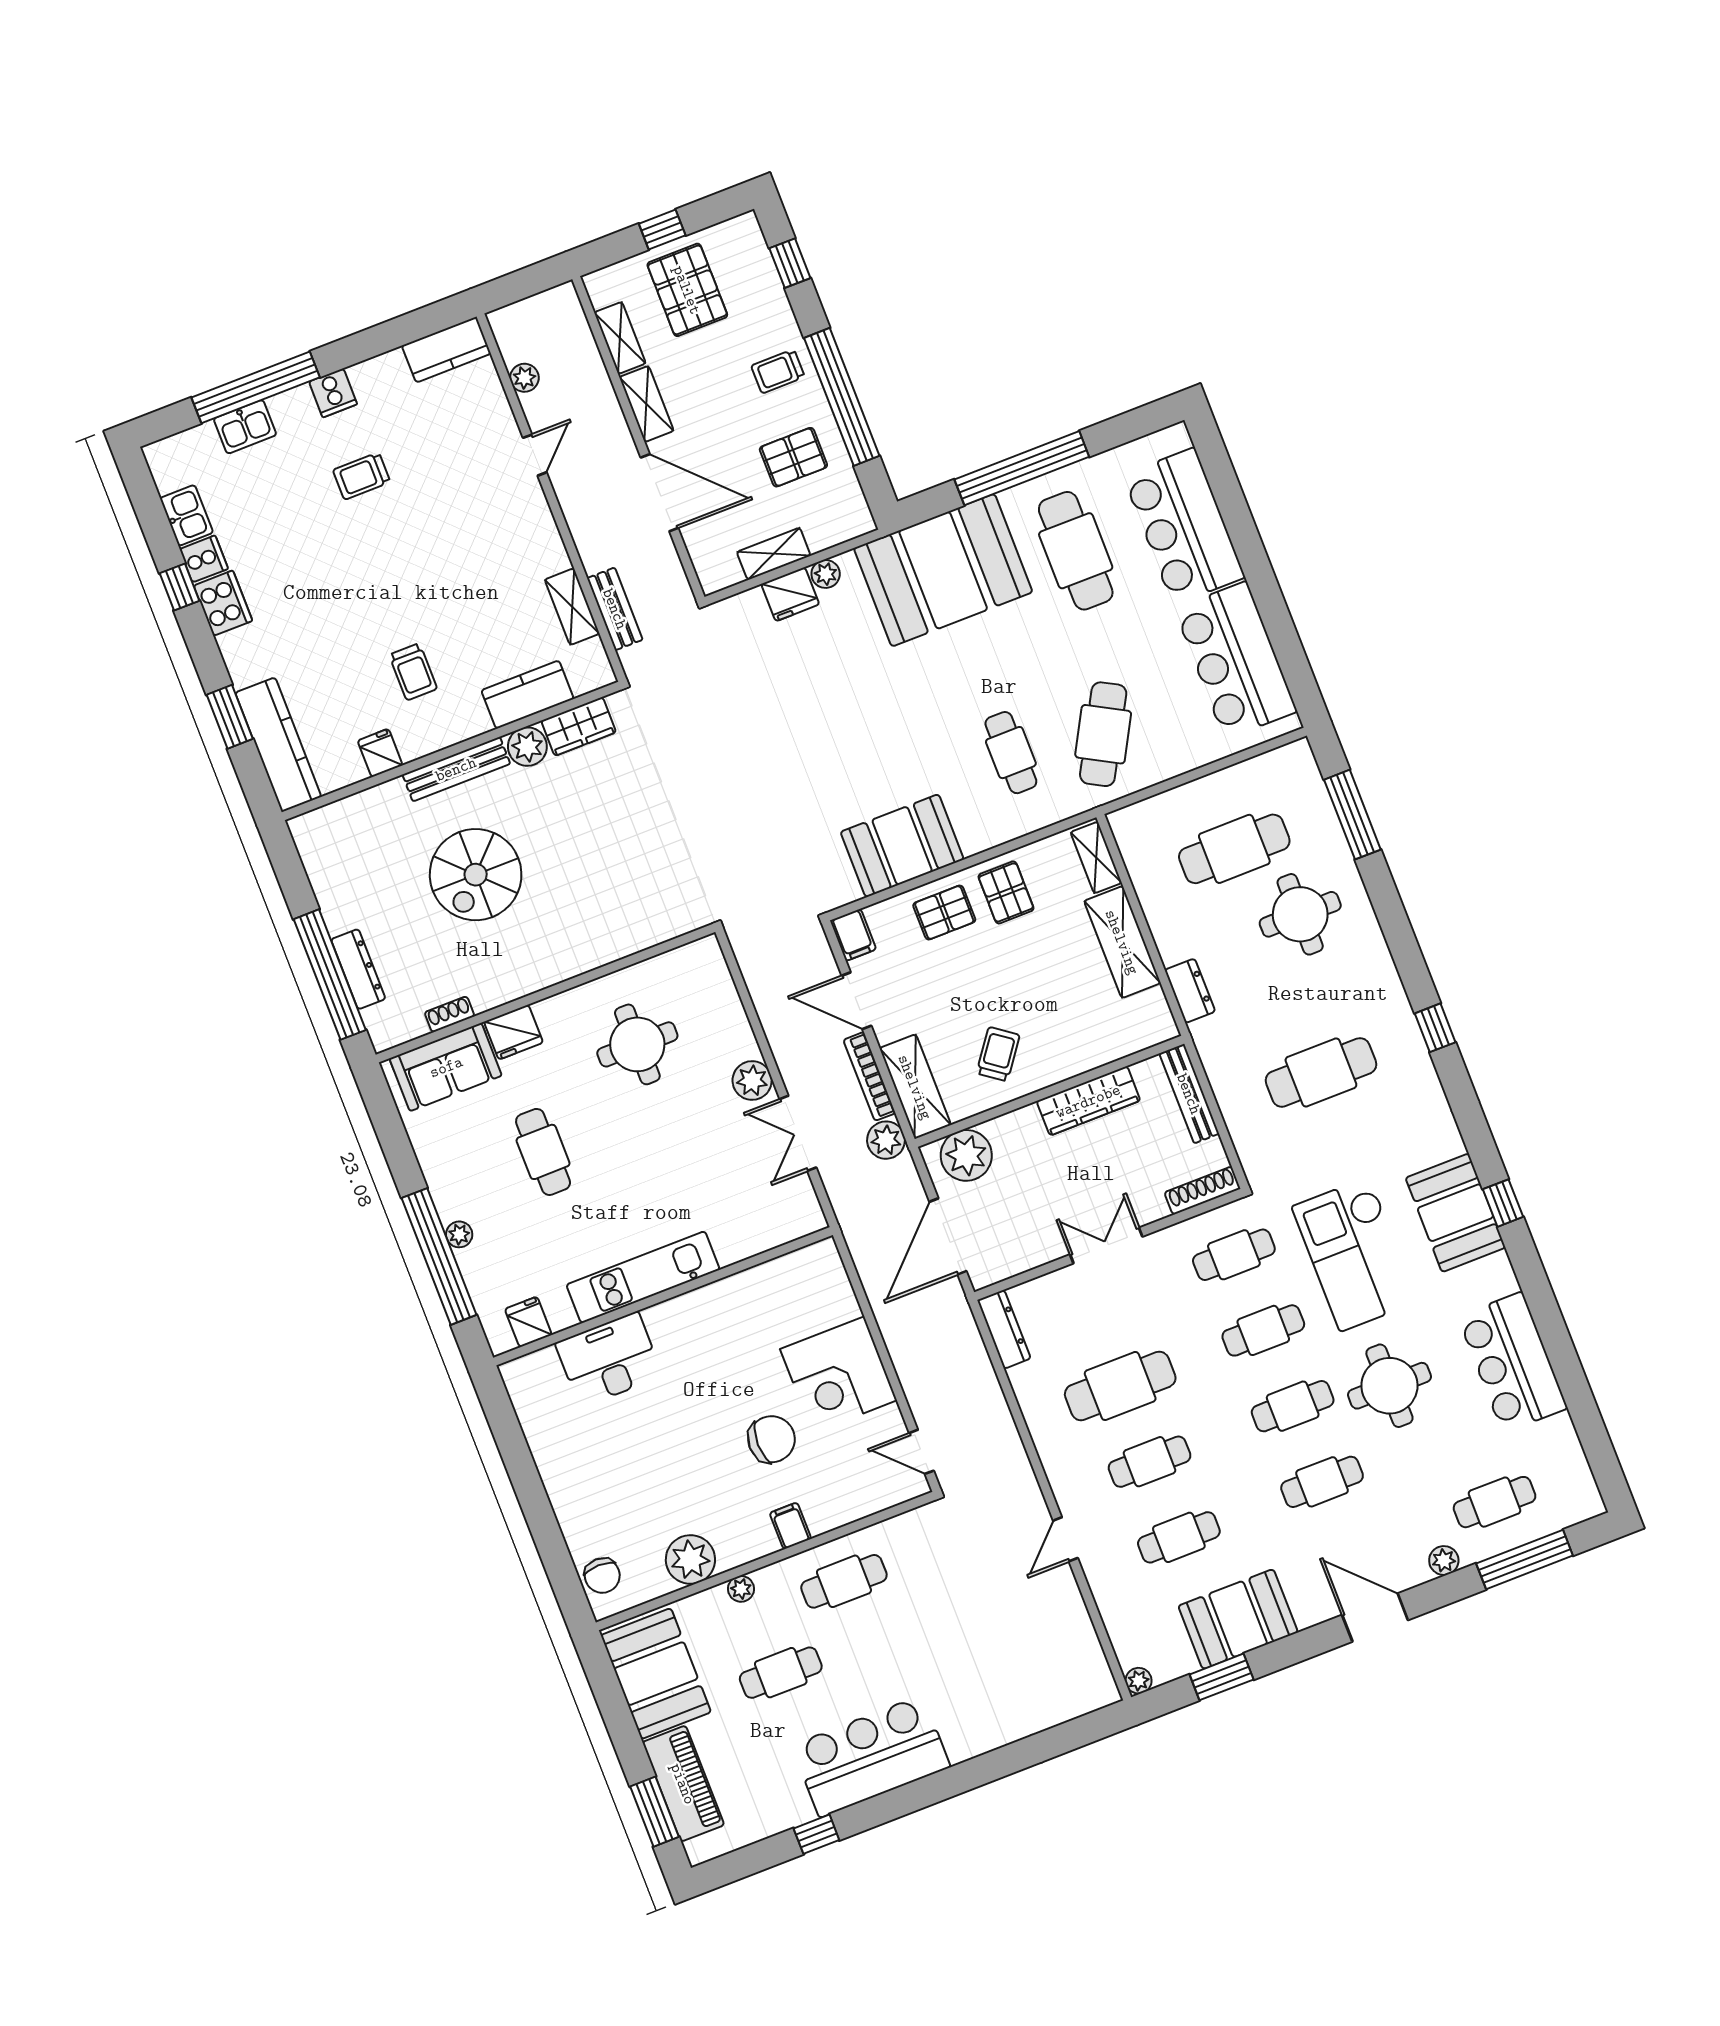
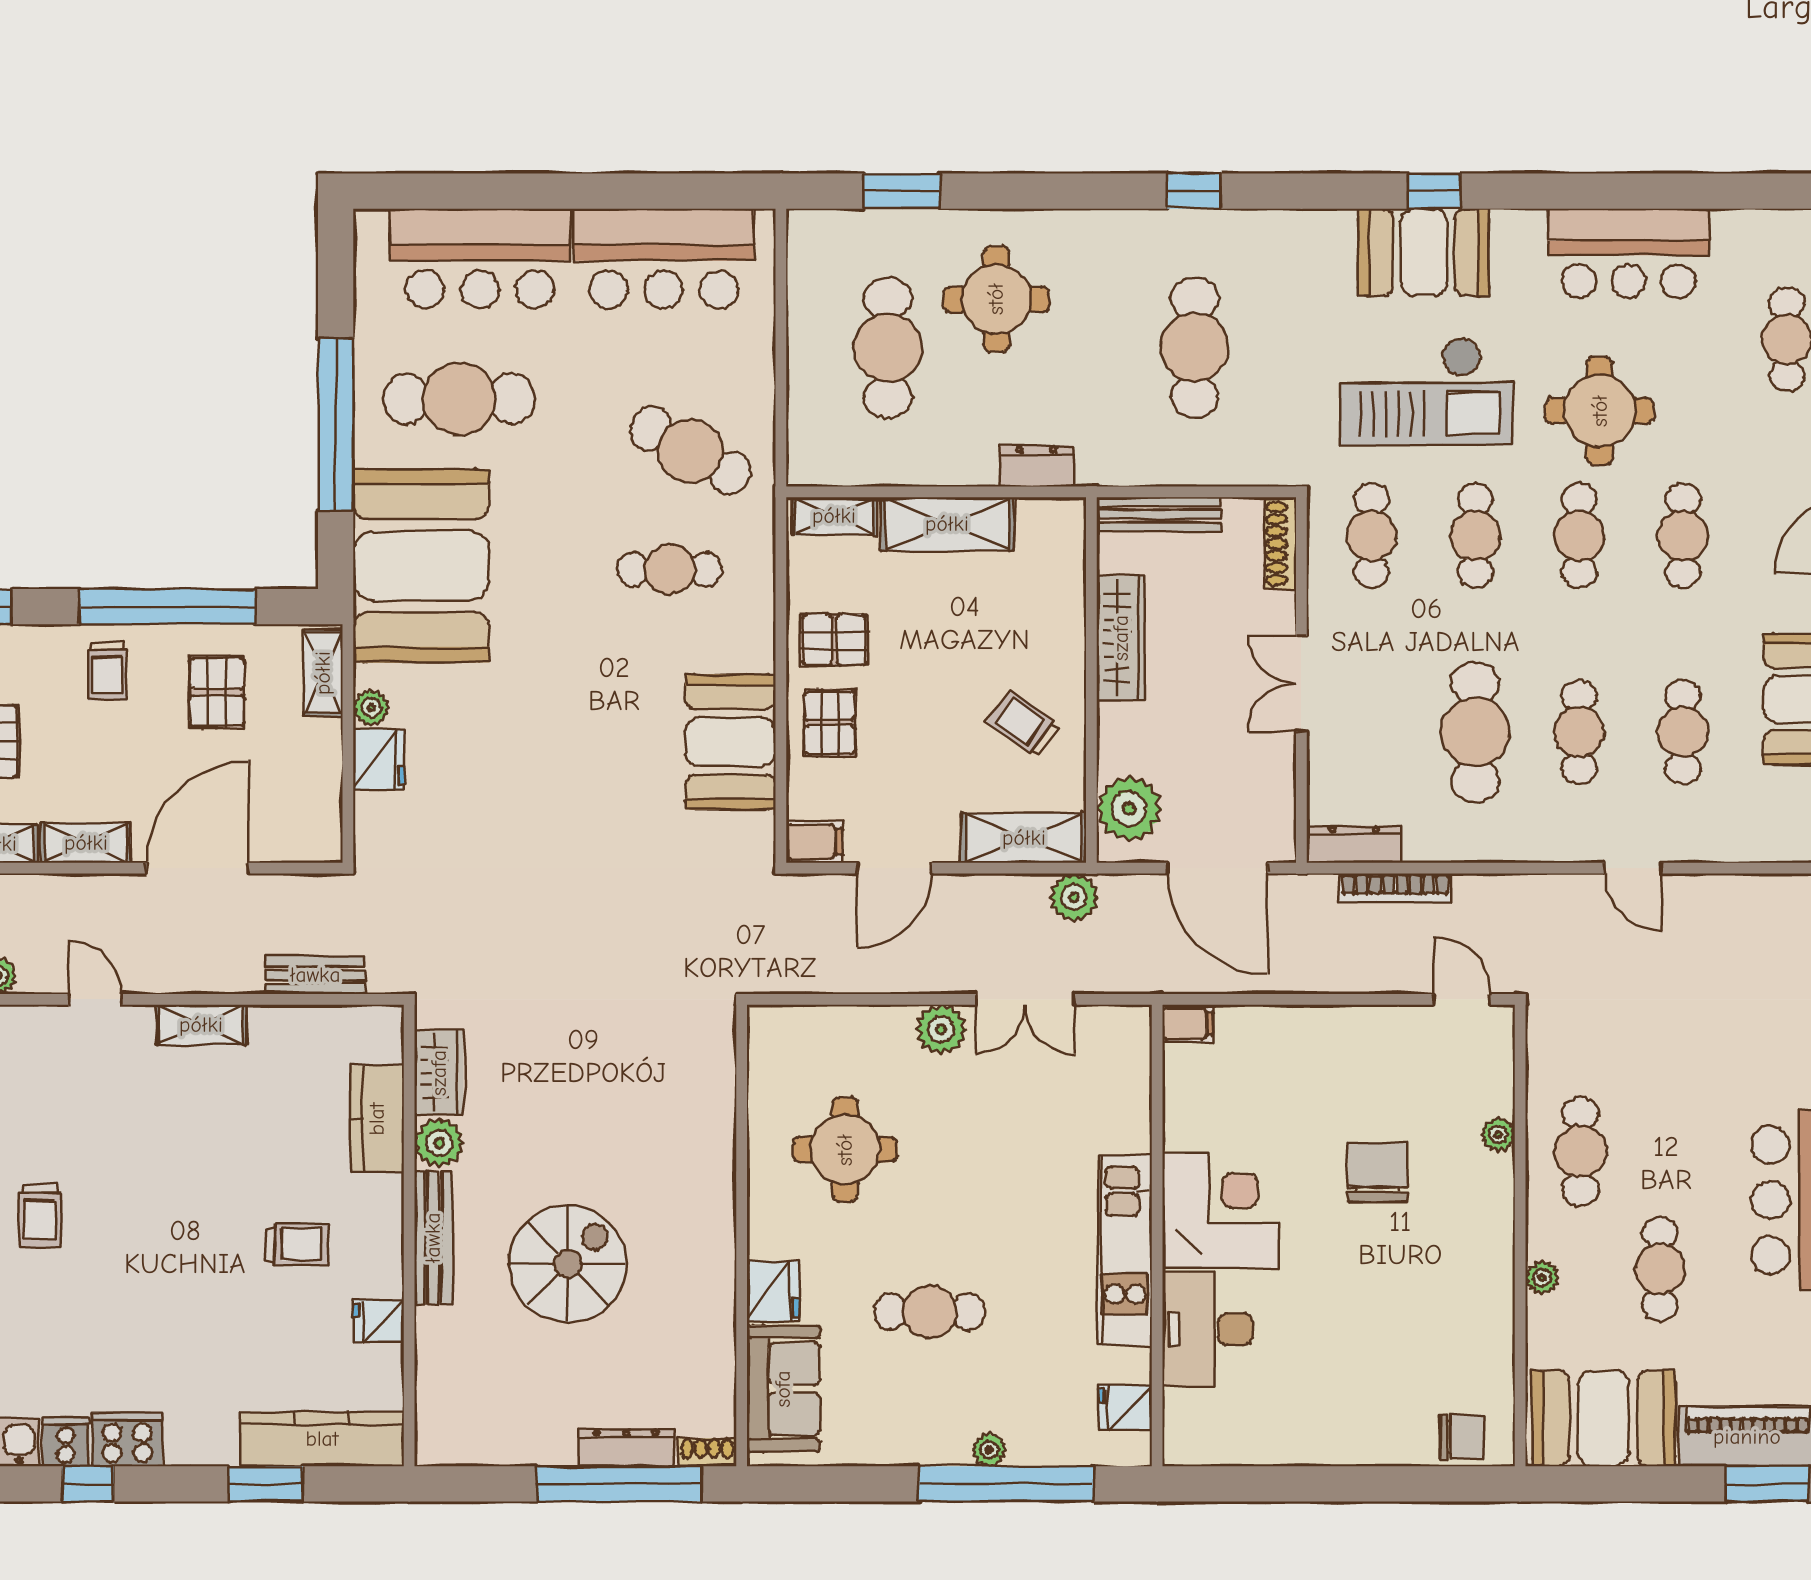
shelving: (774, 554) -> (323, 673), moved
shelving: (572, 607) -> (201, 1025), moved
window: (1352, 815) -> (902, 191), width x0.69
spiral stairs: (476, 875) -> (568, 1264), turned -90
shoe rack: (449, 1014) -> (707, 1452), moved, turned 90
bookcase: (869, 1076) -> (1395, 888), moved
corner desk: (839, 1375) -> (1220, 1210), moved, turned -90
door: (921, 1452) -> (1462, 999), swing flipped
filing cabinet: (790, 1526) -> (1188, 1024), moved, turned 180
plant: (690, 1560) -> (1498, 1134), moved, width x0.53, depth x0.53

